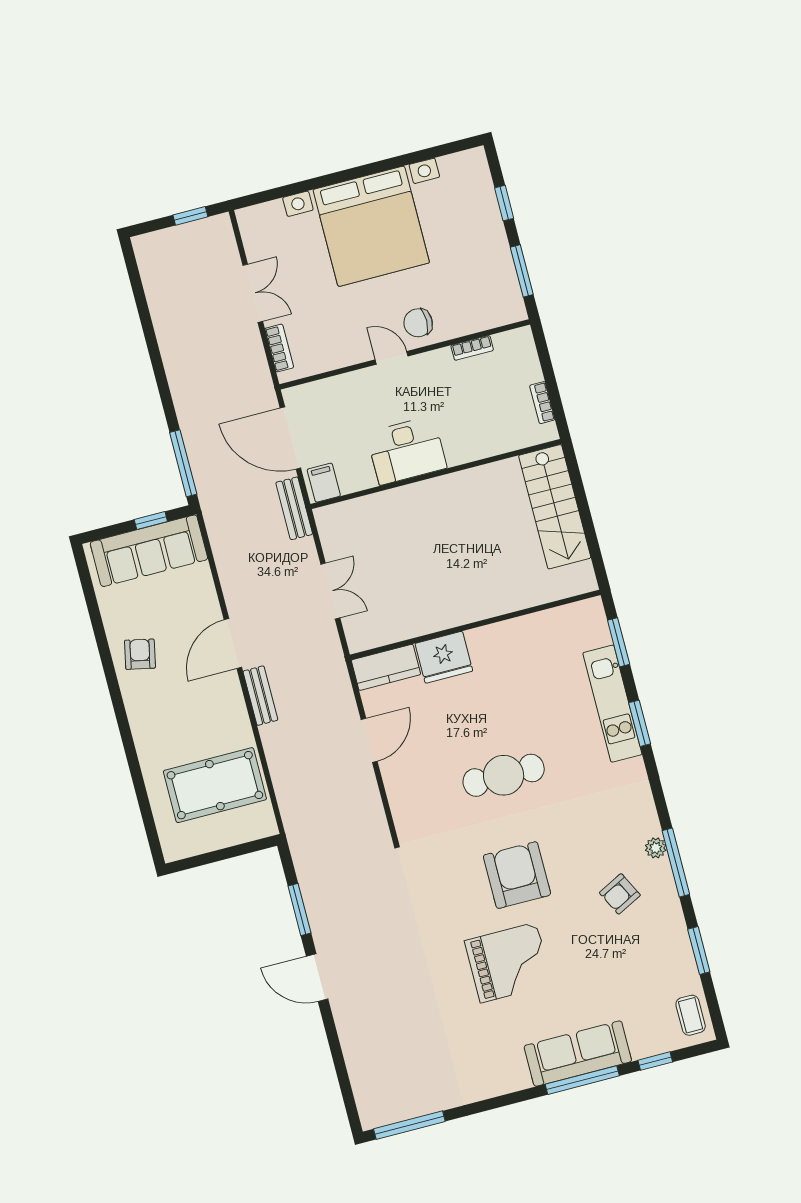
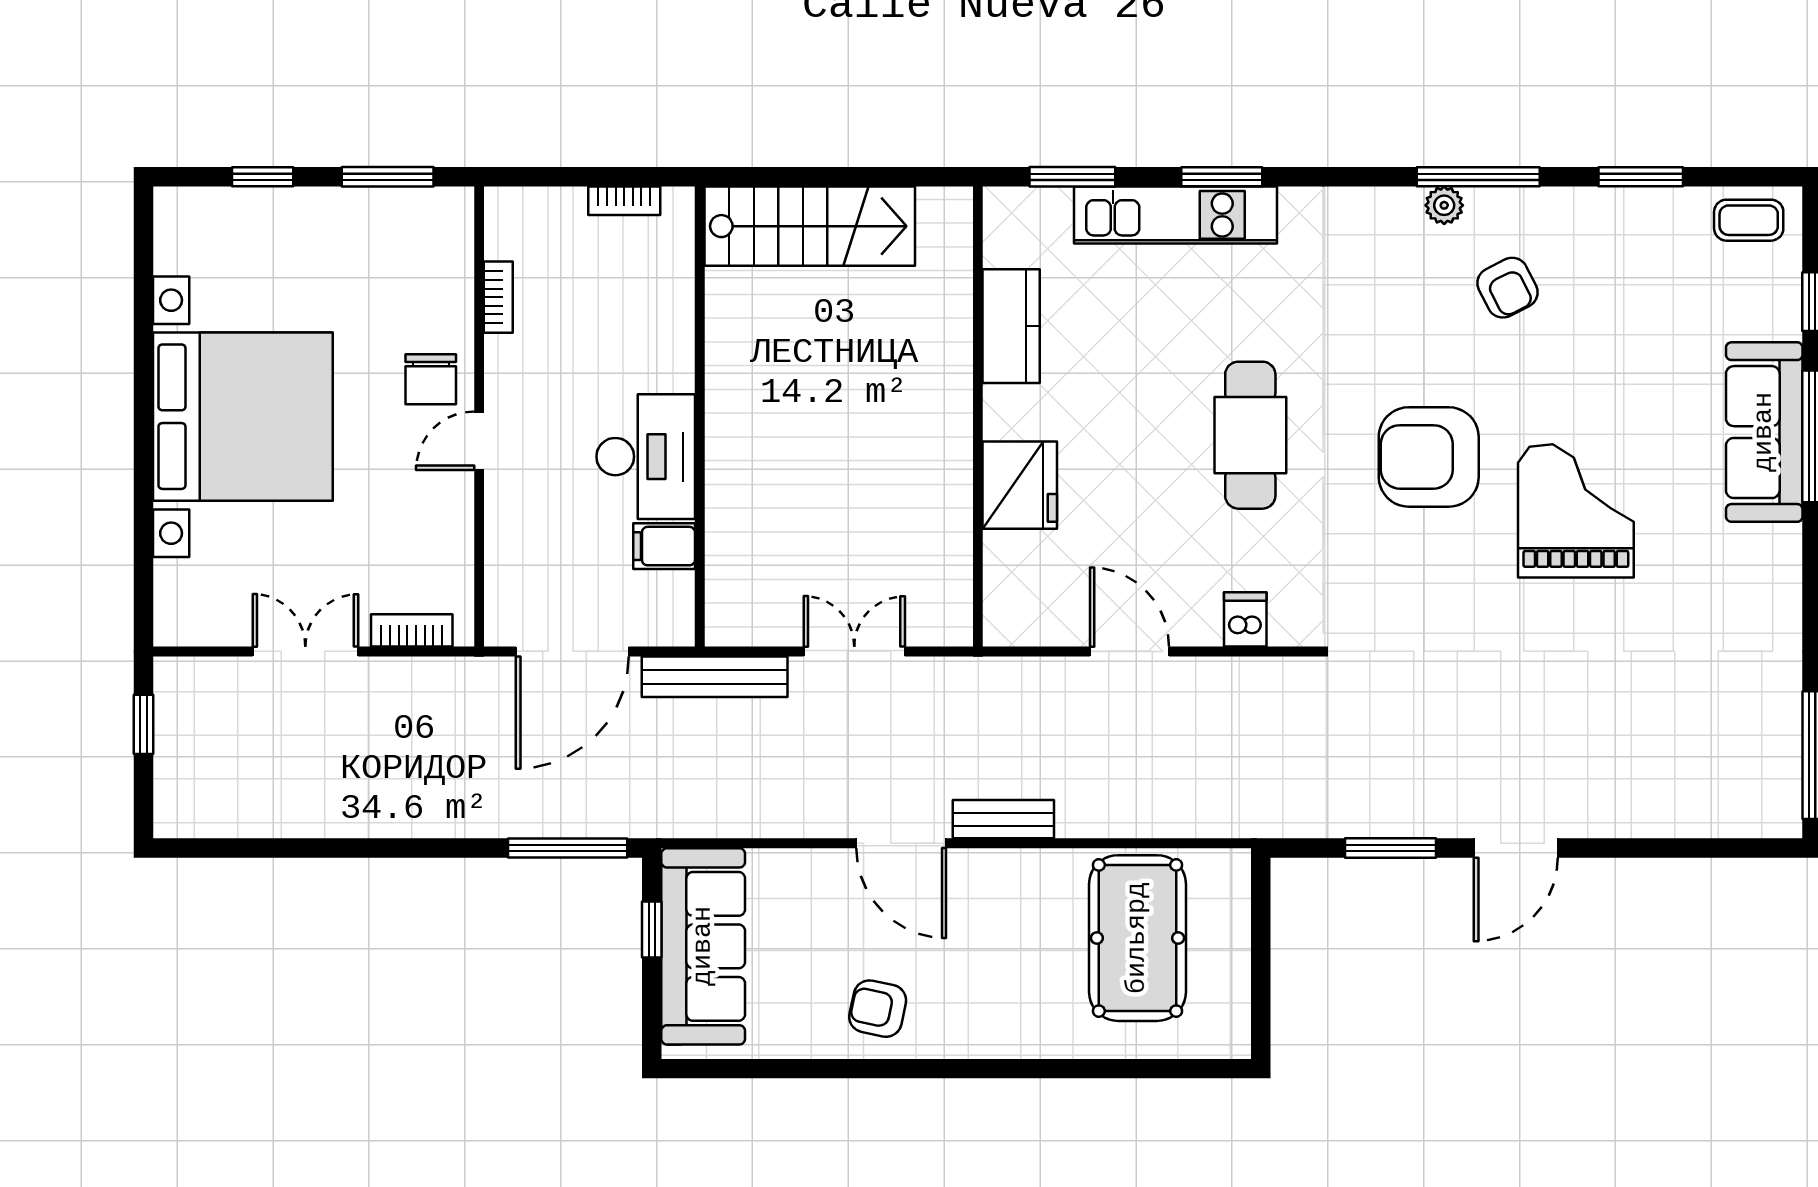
filing cabinet: (324, 483) -> (664, 546), moved
bench: (294, 508) -> (715, 677), width x1.36
kitchen counter: (386, 667) -> (1011, 326), moved
dishwasher: (403, 799) -> (1245, 619), added

